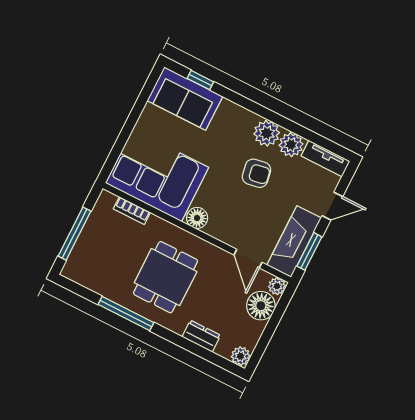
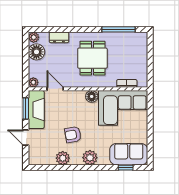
plant: (267, 133) -> (90, 158), moved
tv unit: (326, 158) -> (42, 160), removed
door: (332, 206) -> (26, 138), hinge flipped
window: (75, 234) -> (150, 57), removed
floor lamp: (261, 306) -> (36, 52), moved
window: (126, 314) -> (119, 29), moved

